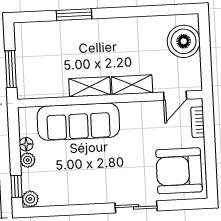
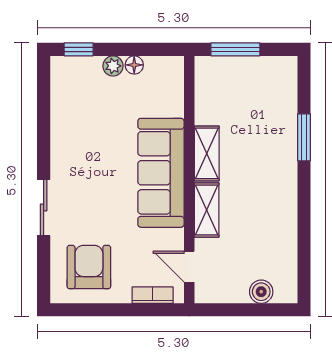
boiler: (184, 41) -> (261, 292), width x0.54, depth x0.54
sofa: (78, 122) -> (161, 173), moved
armchair: (179, 171) -> (89, 267), width x0.73, depth x0.73
plant: (30, 199) -> (61, 67), removed

